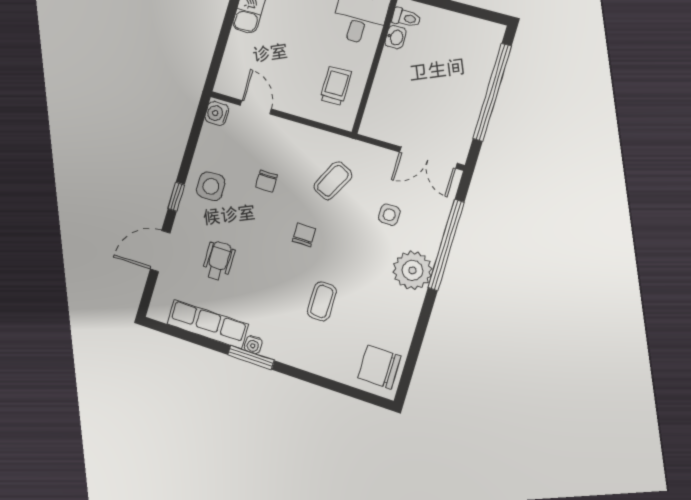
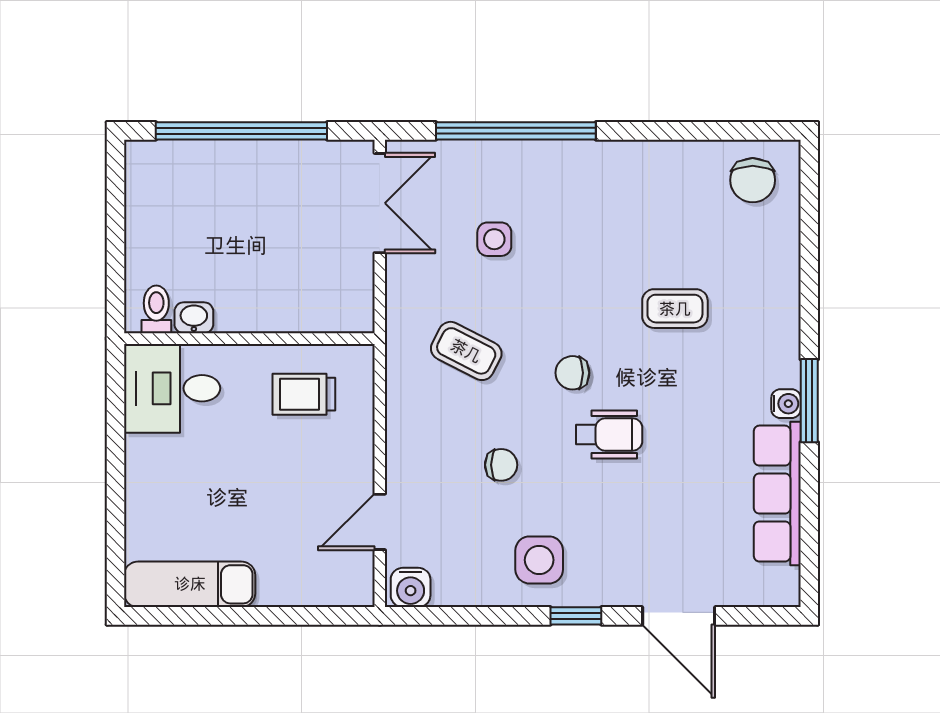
wheelchair: (218, 261) -> (609, 434), moved, turned 180
plant: (413, 270) -> (575, 173), removed
chair: (379, 367) -> (753, 180), width x0.73, depth x0.73

